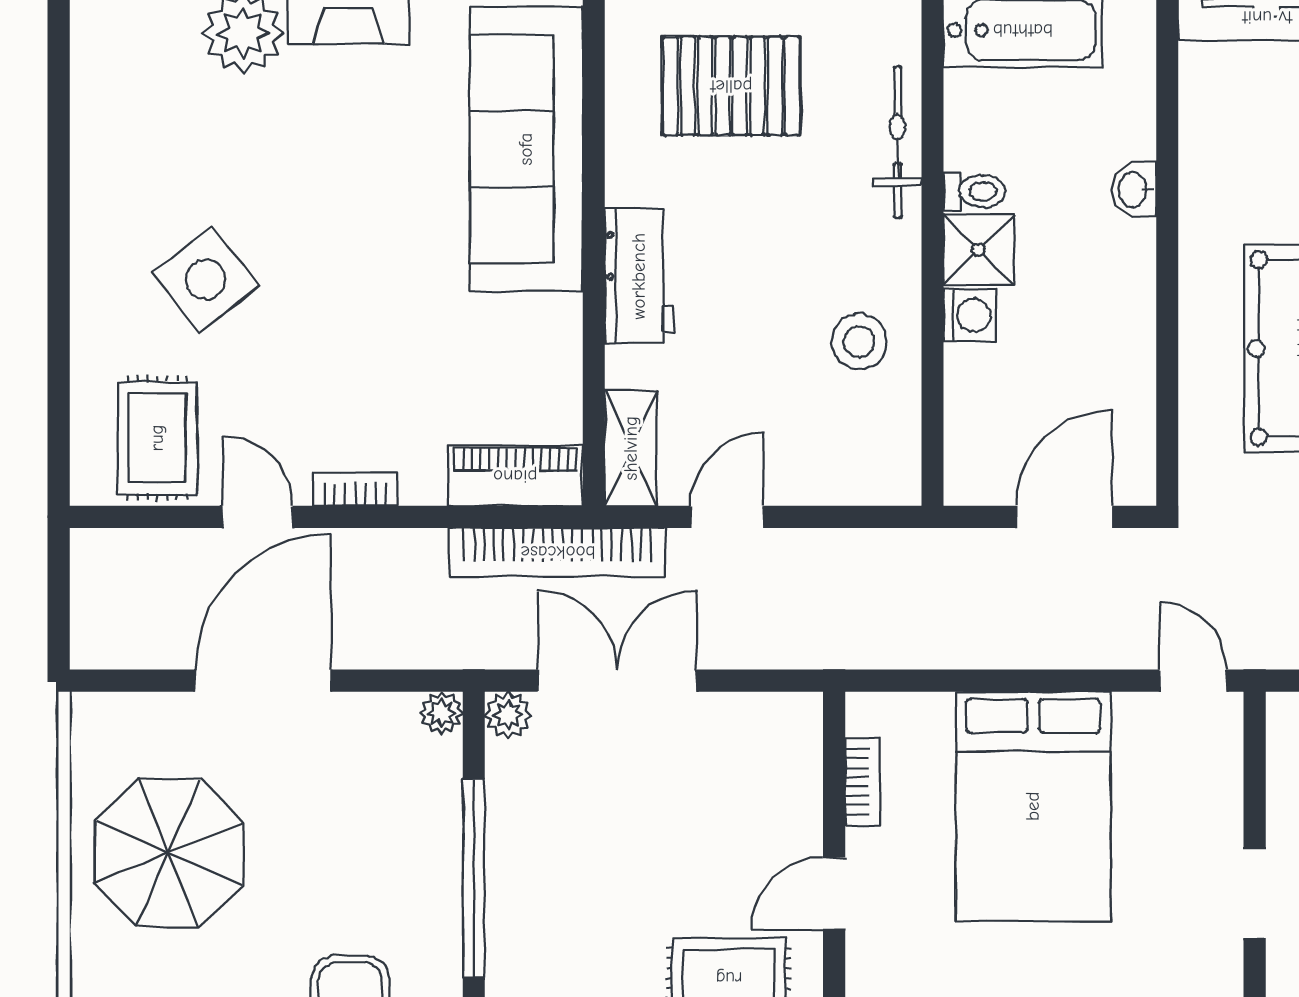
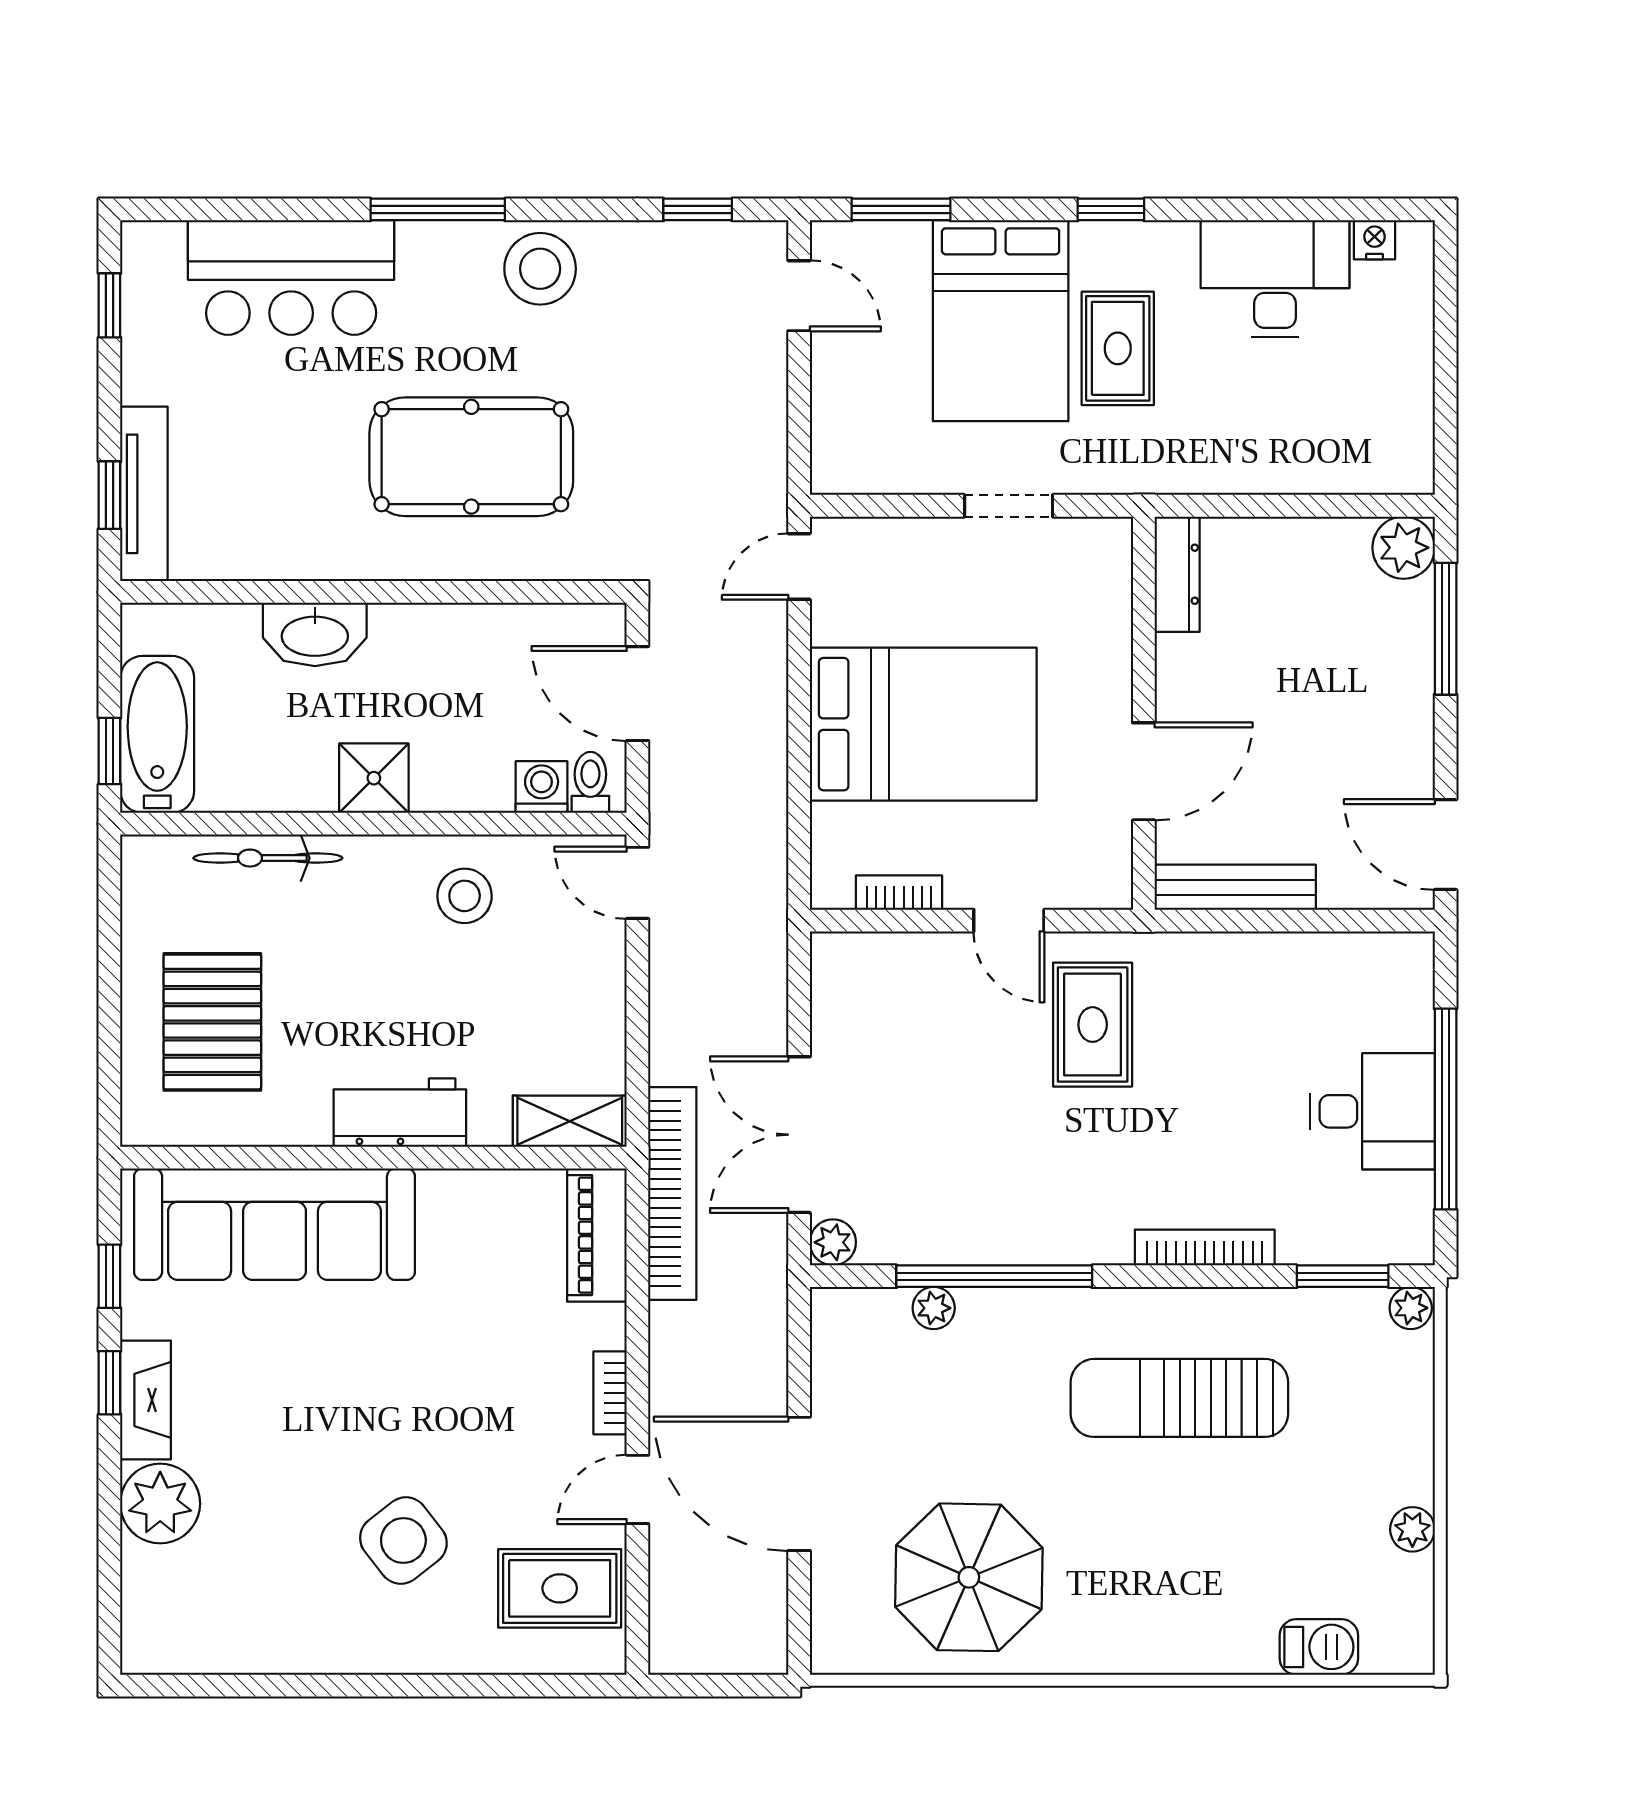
washbasin: (1134, 190) -> (315, 634), width x1.91, depth x1.45
toilet: (974, 191) -> (590, 782), moved
washing machine: (970, 315) -> (542, 787), moved
door: (727, 517) -> (637, 883), moved
plant: (441, 713) -> (934, 1308), moved

